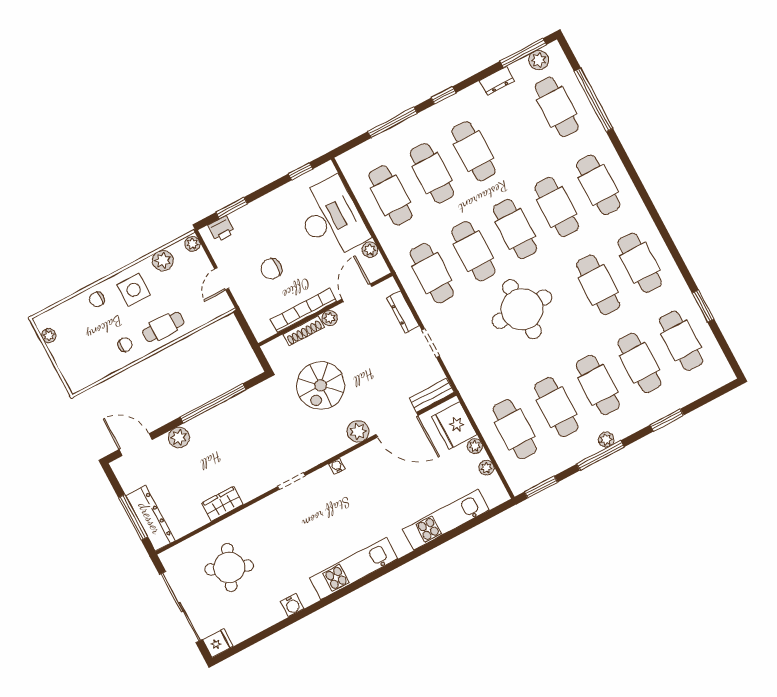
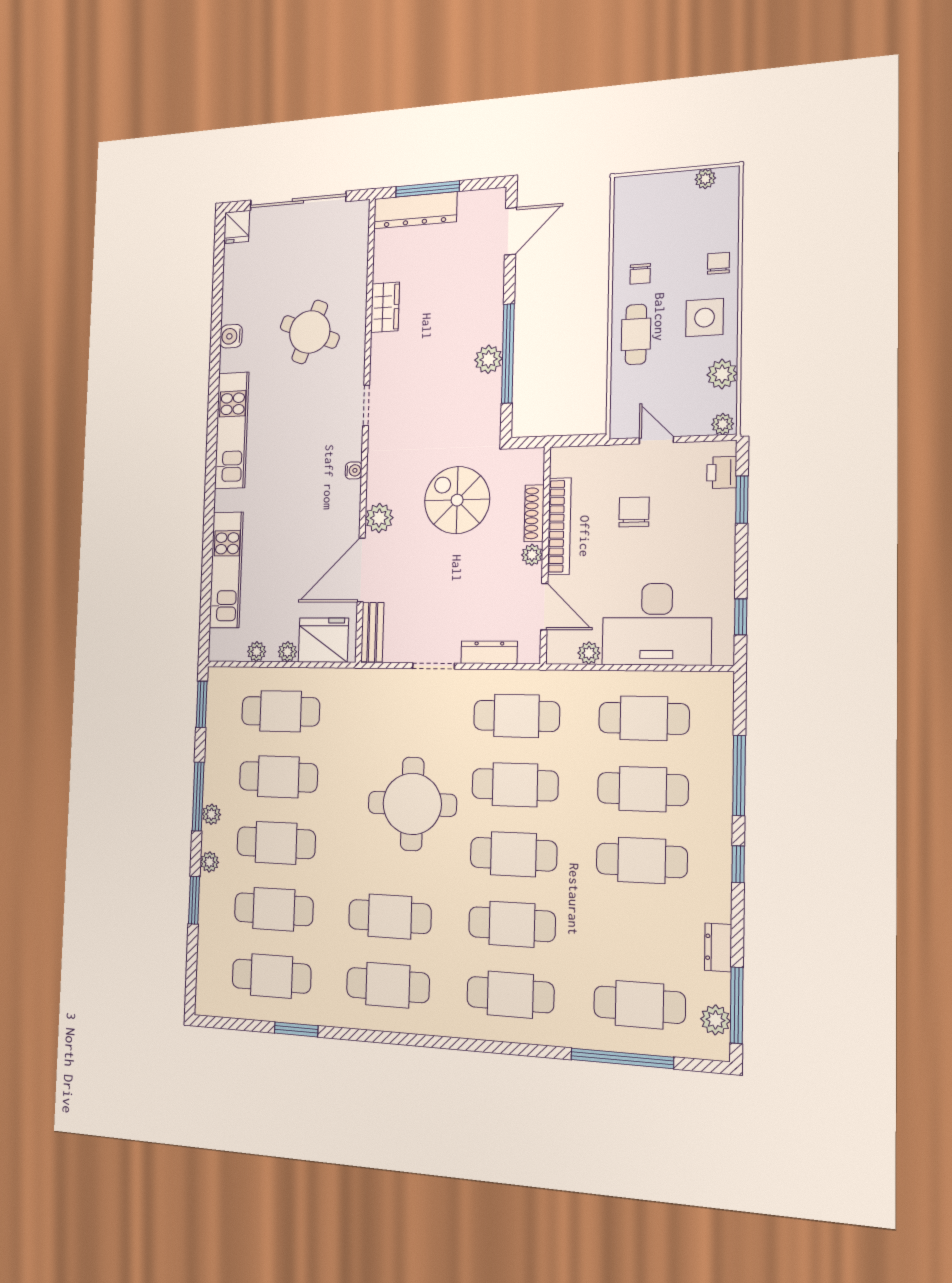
plant: (637, 423) -> (209, 862), added
plant: (179, 438) -> (488, 359), moved
round table: (229, 567) -> (310, 332), moved

